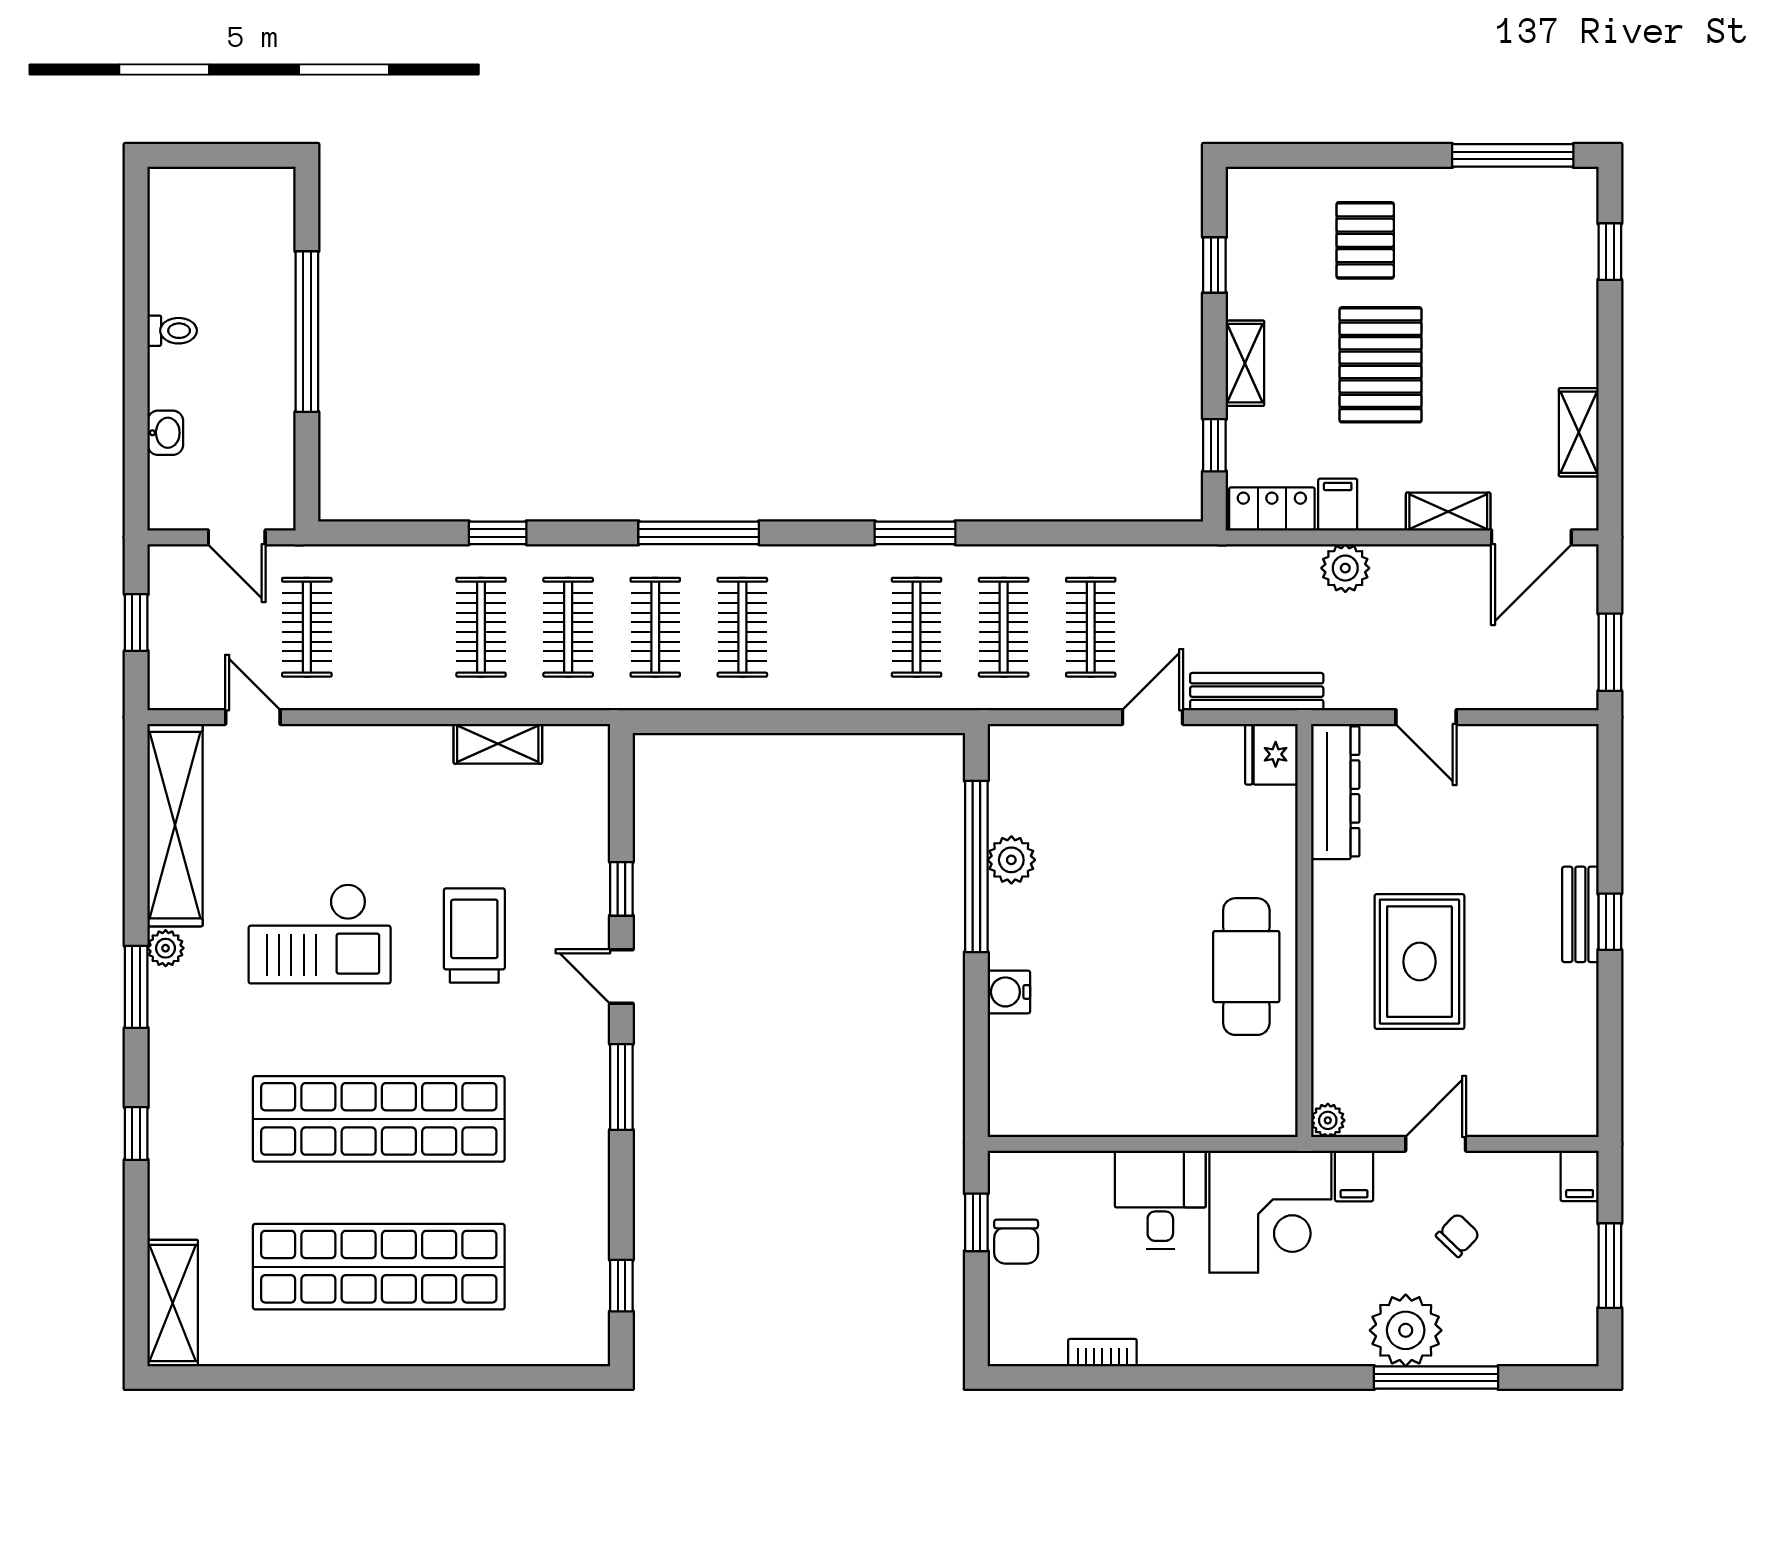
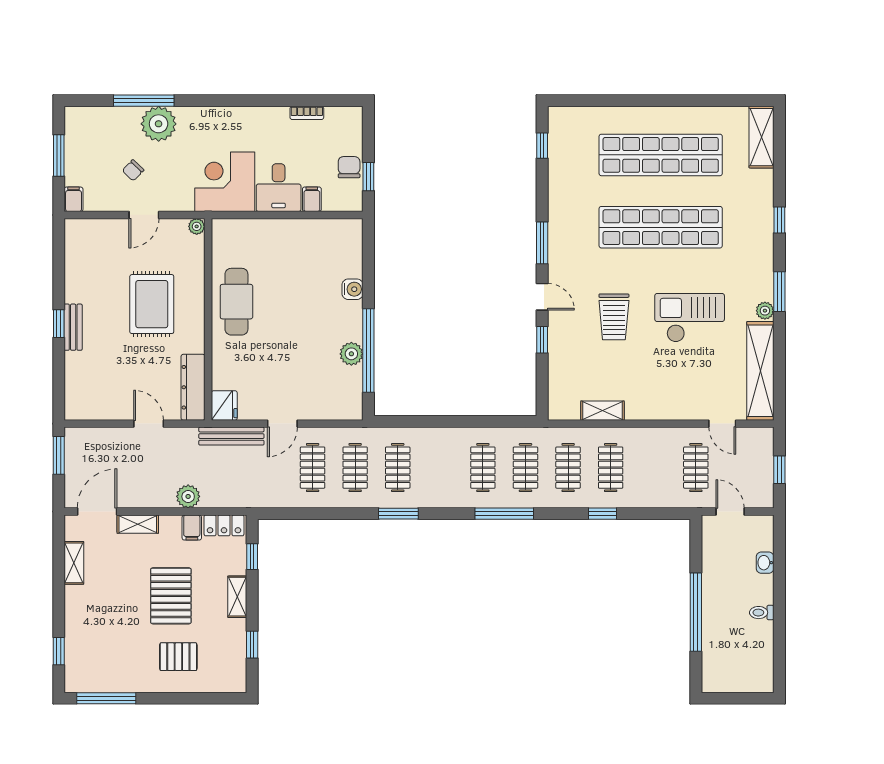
pallet: (1365, 240) -> (178, 657), turned 90
filing cabinet: (1354, 1176) -> (312, 199), moved

